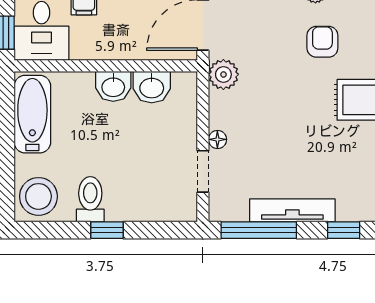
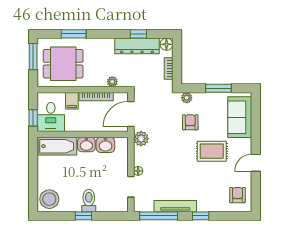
bathtub: (32, 114) -> (57, 146), moved, turned 90
toilet: (90, 199) -> (89, 201), moved

